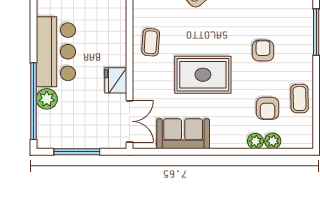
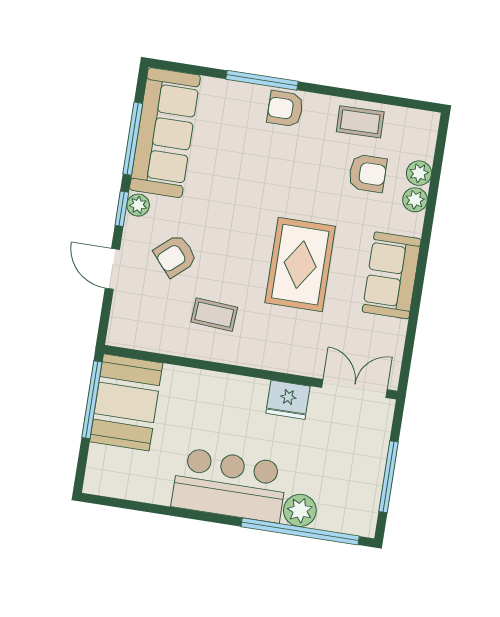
coffee table: (151, 42) -> (214, 315), moved
armchair: (263, 51) -> (285, 109), moved
sofa: (183, 134) -> (392, 275), moved

